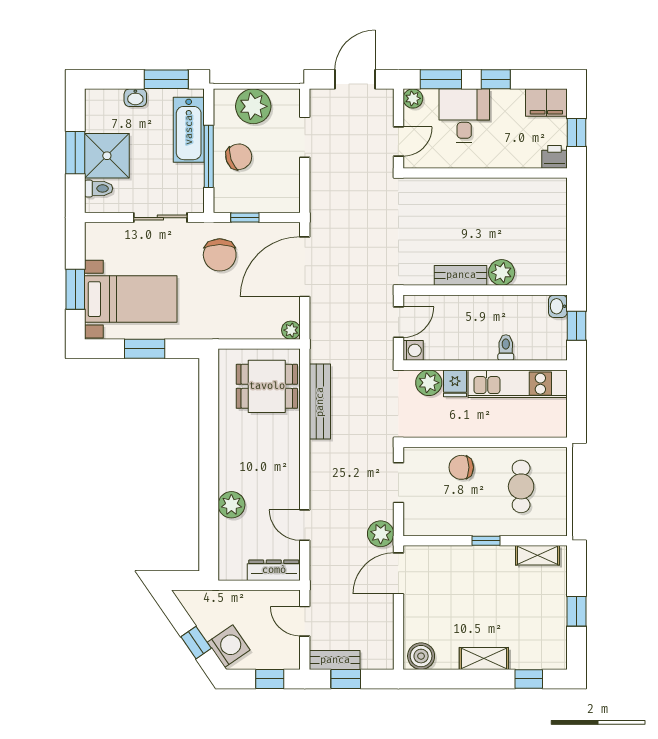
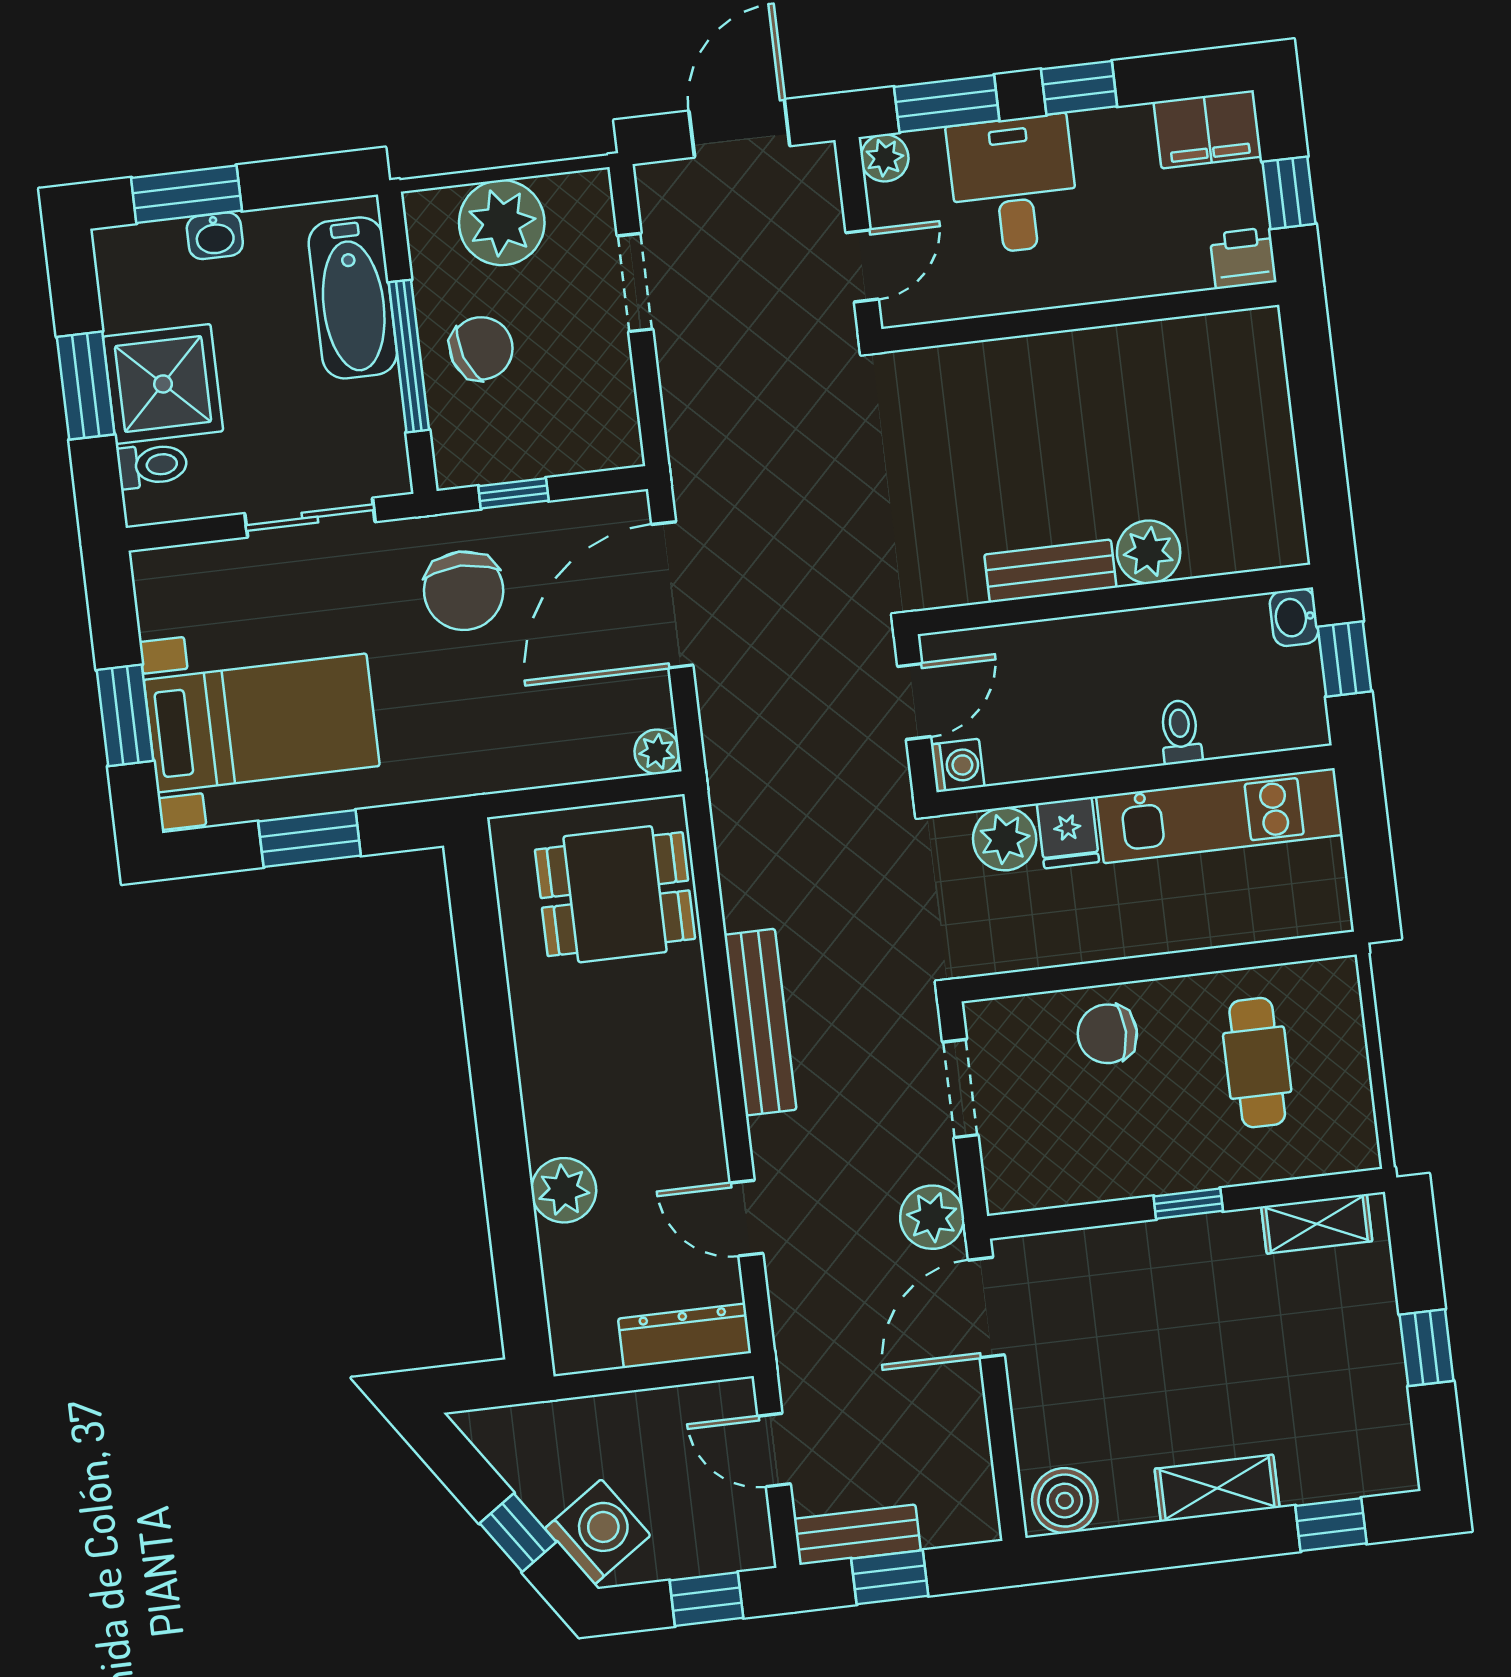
window: (166, 79) -> (186, 194), moved
bench: (320, 402) -> (760, 1022), moved

